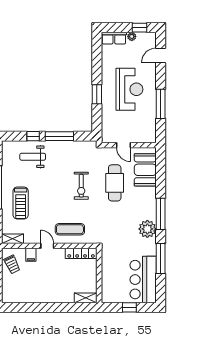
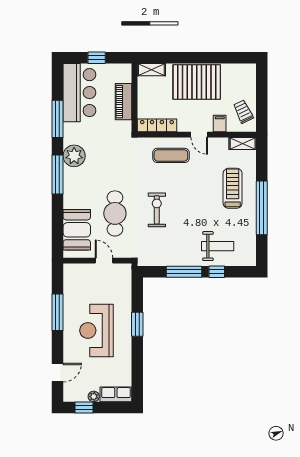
piano: (108, 272) -> (124, 102), added
pallet: (49, 288) -> (197, 82), added

